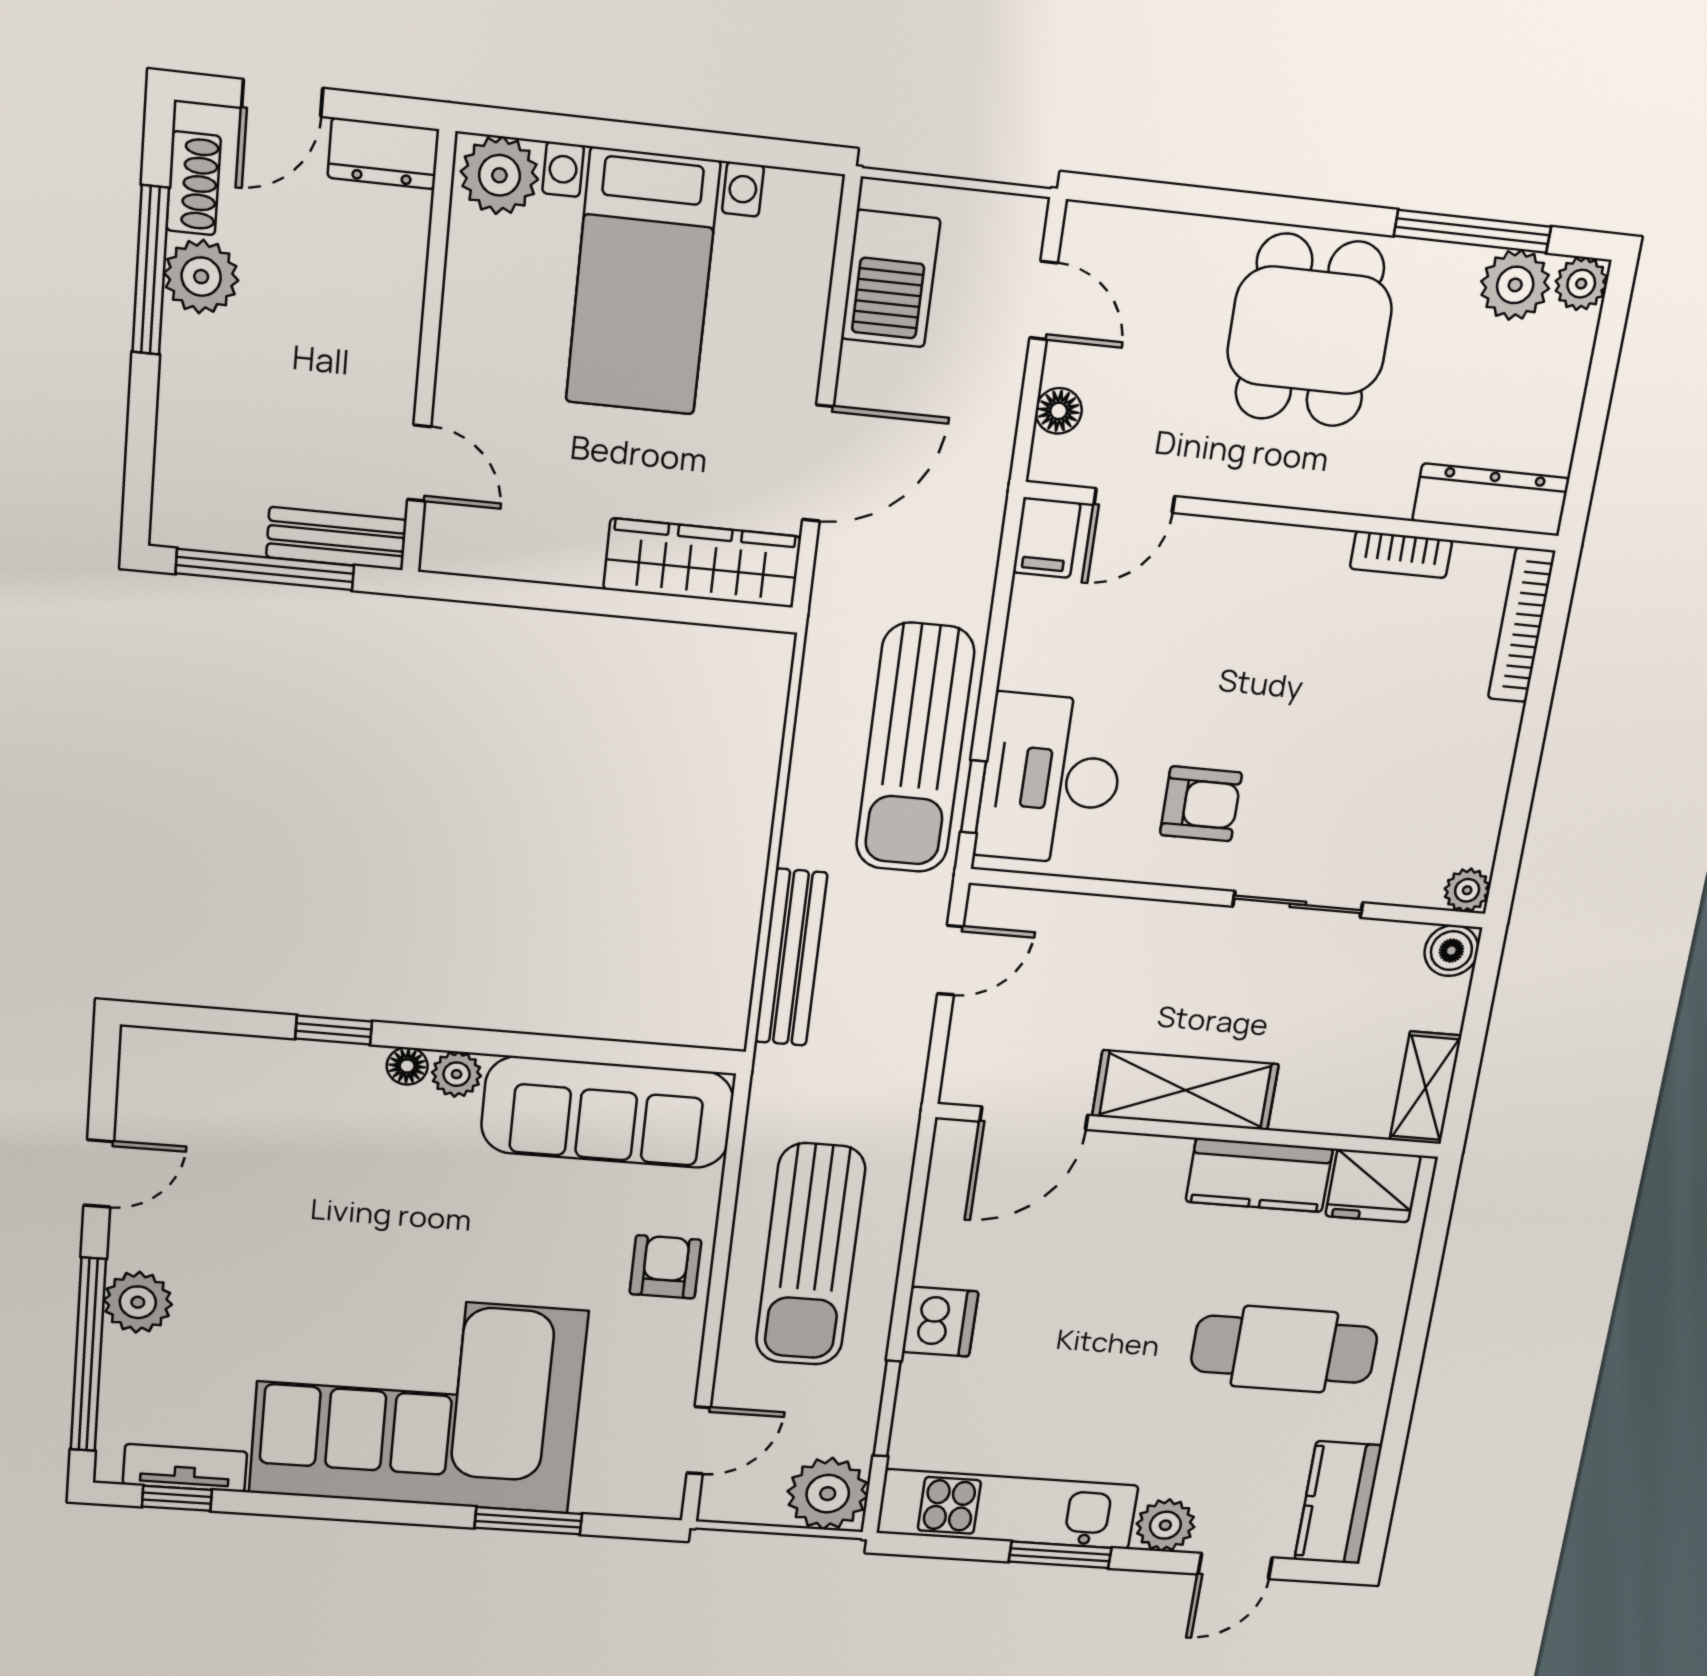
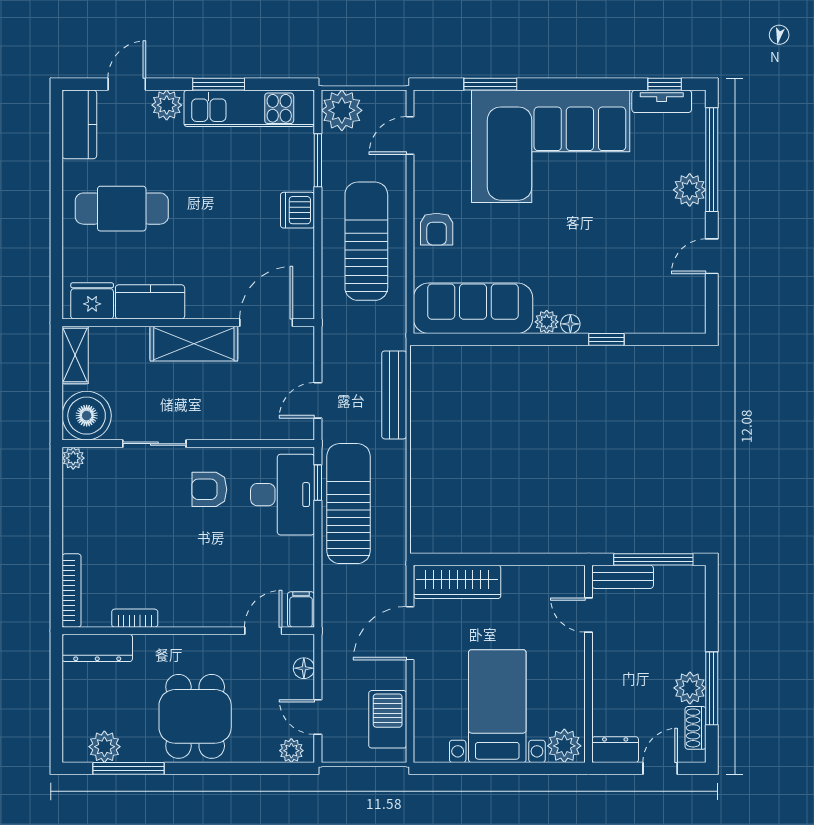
plant: (1581, 284) -> (291, 751), moved
boiler: (1451, 951) -> (87, 416), width x1.86, depth x1.86

